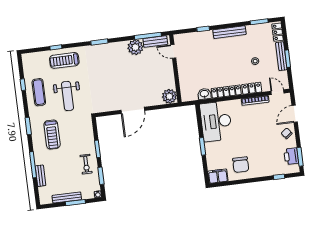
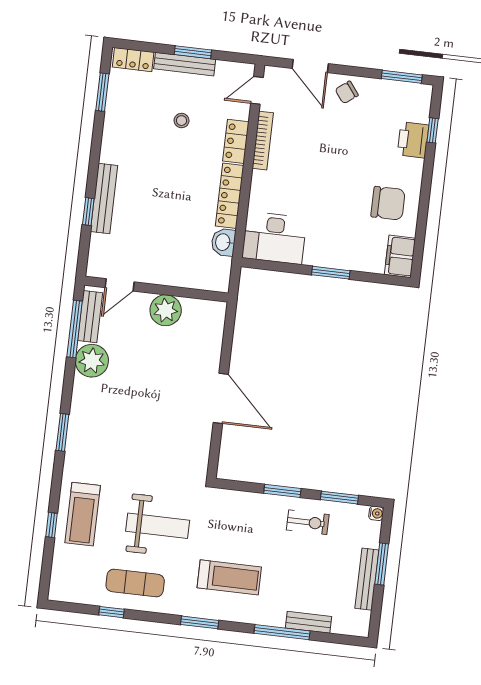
bench: (229, 32) -> (104, 198), moved
plant: (169, 96) -> (166, 310), moved
desk: (216, 121) -> (274, 238), width x0.73, depth x0.77
printer: (291, 156) -> (413, 140), moved, turned 90

